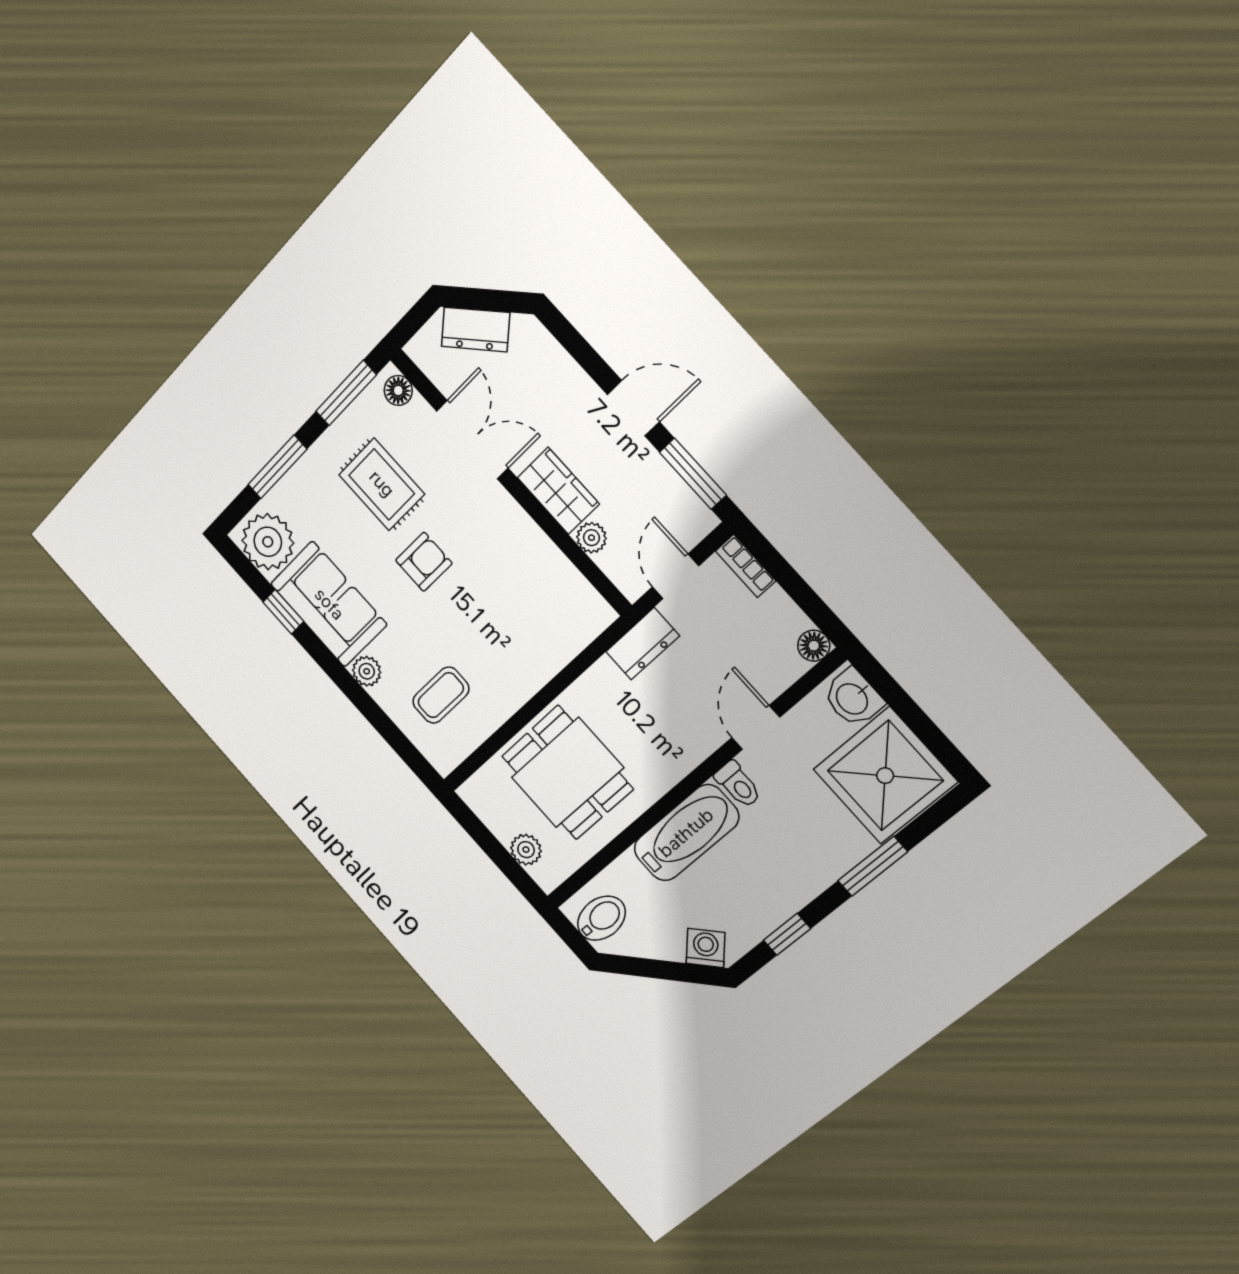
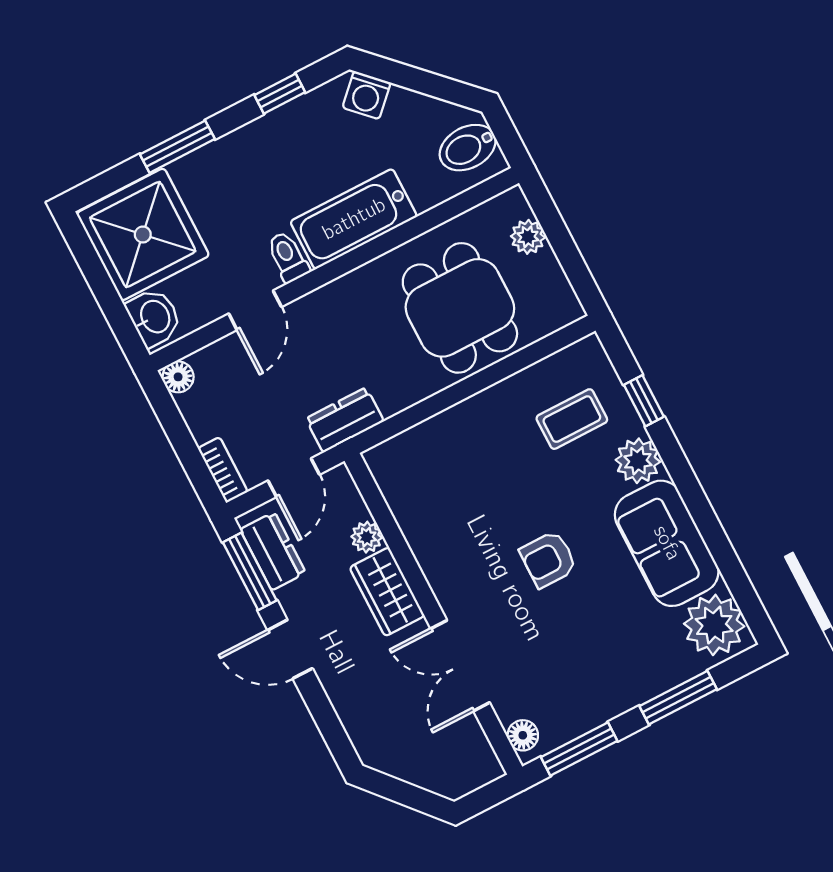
dresser: (476, 330) -> (273, 551), moved, turned 41
rug: (382, 484) -> (570, 649), removed
window: (283, 612) -> (644, 401), moved
plant: (367, 671) -> (638, 461), width x1.38, depth x1.38

